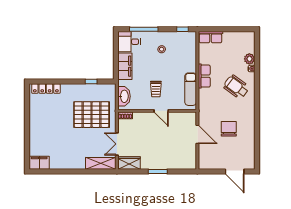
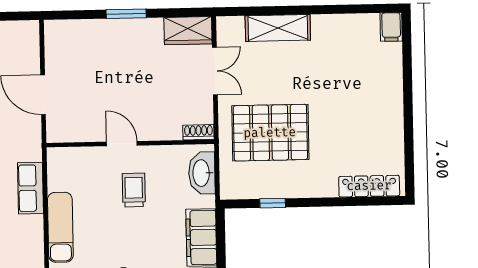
row of seats: (204, 76) -> (30, 188), moved
exam couch: (191, 89) -> (60, 227), moved
filing cabinet: (39, 163) -> (391, 27), width x0.50
shelving: (101, 163) -> (278, 28), moved

